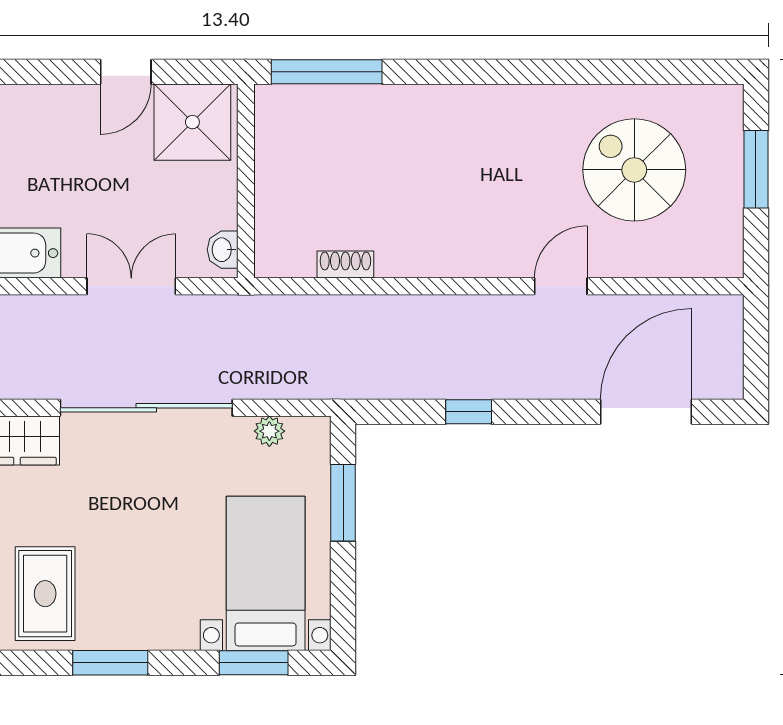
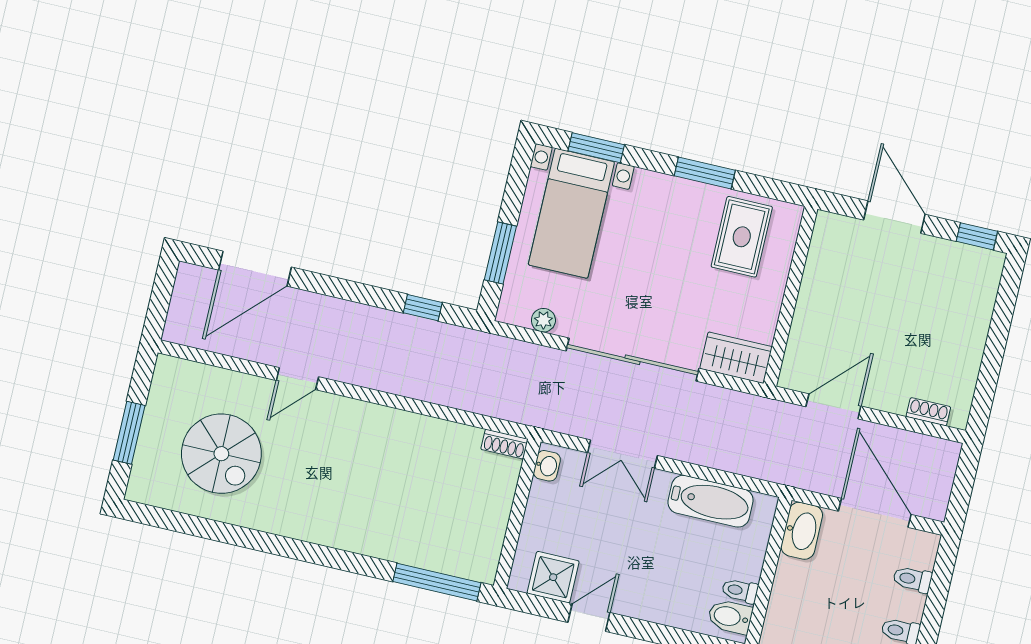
shower: (192, 122) -> (553, 577), width x0.73, depth x0.73
shoe rack: (345, 265) -> (504, 444), moved
window: (469, 412) -> (423, 308), moved

